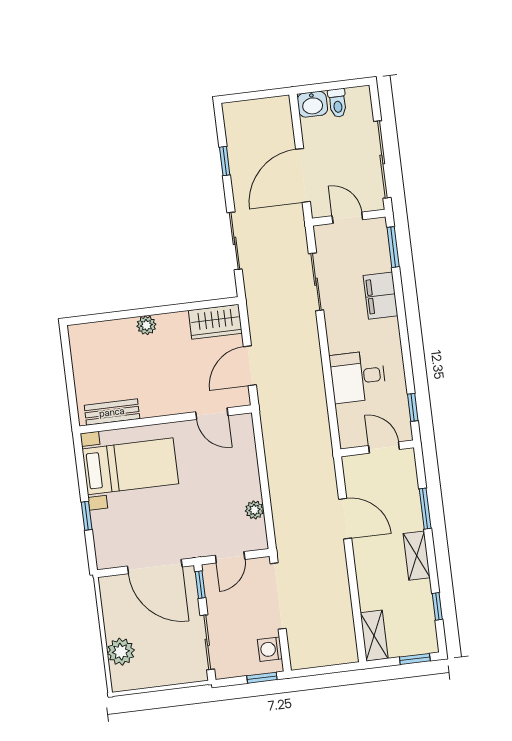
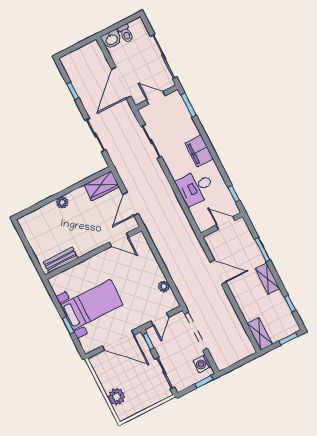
filing cabinet: (381, 296) -> (199, 151), moved
bed with nightstands: (130, 466) -> (92, 305), moved

